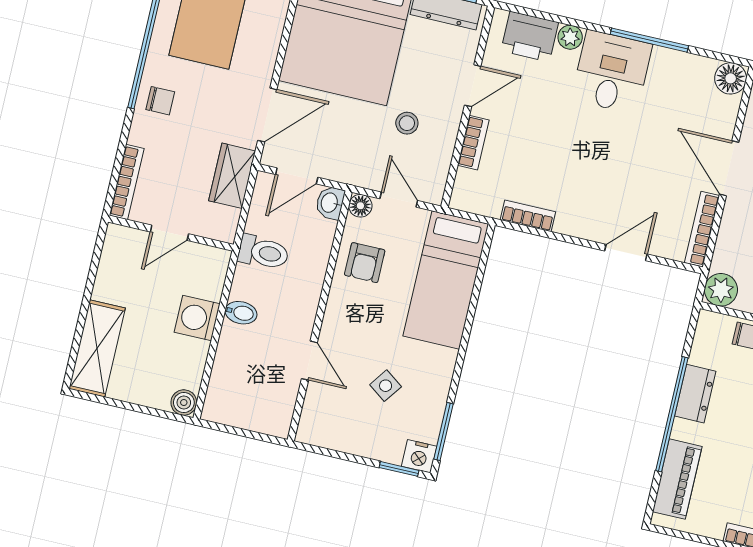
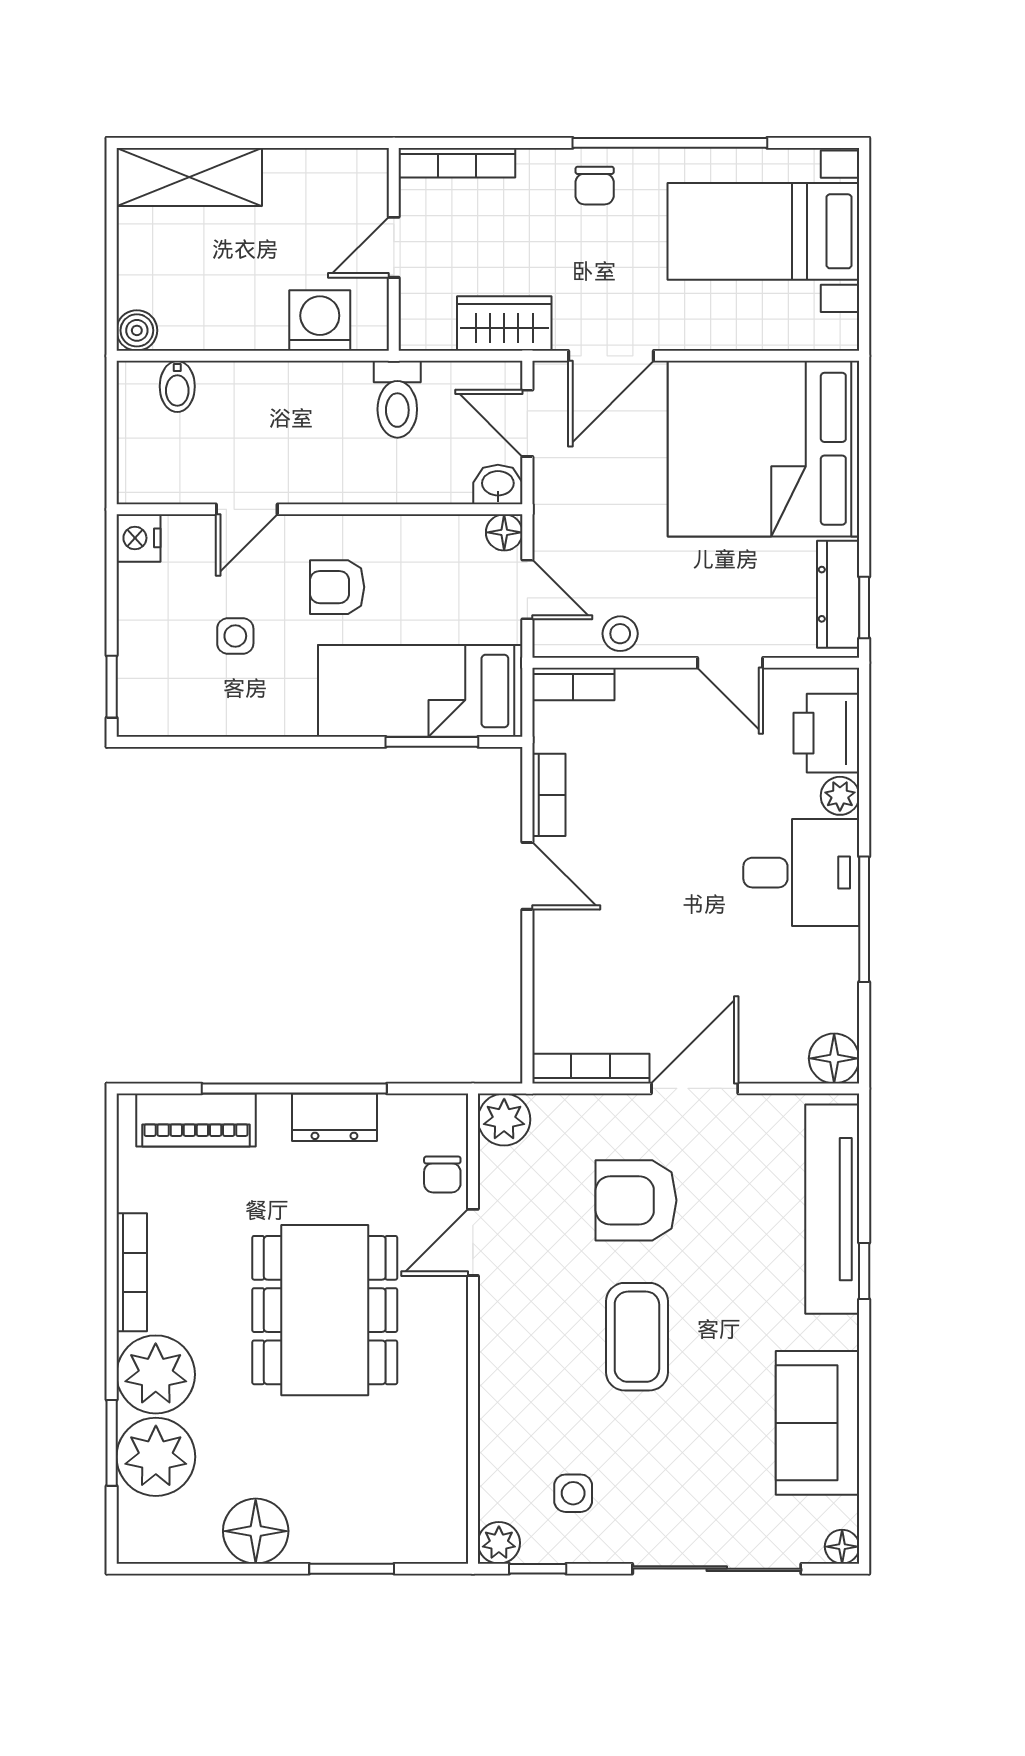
door: (267, 115) -> (611, 356), hinge flipped
stool: (407, 123) -> (620, 634), moved
bookcase: (473, 143) -> (573, 684), moved
door: (399, 200) -> (527, 590), hinge flipped
door: (169, 233) -> (394, 247), hinge flipped
door: (626, 253) -> (527, 876), moved
armchair: (365, 263) -> (337, 587), moved
bidet: (241, 313) -> (177, 386), moved
washing machine: (197, 318) -> (320, 321), moved
side table: (386, 386) -> (235, 636), turned -36
window: (443, 431) -> (432, 742), moved
nightstand: (419, 456) -> (138, 538), moved

